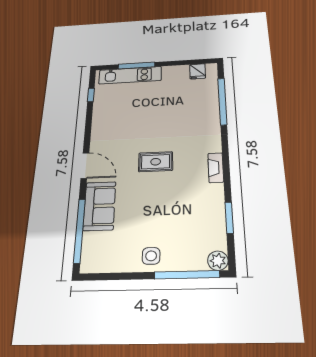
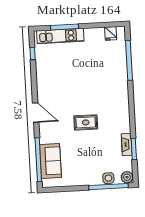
rug: (156, 162) -> (86, 122), moved
fireplace: (216, 168) -> (127, 144), moved
sofa: (100, 206) -> (50, 161), moved
side table: (151, 256) -> (108, 178), moved

